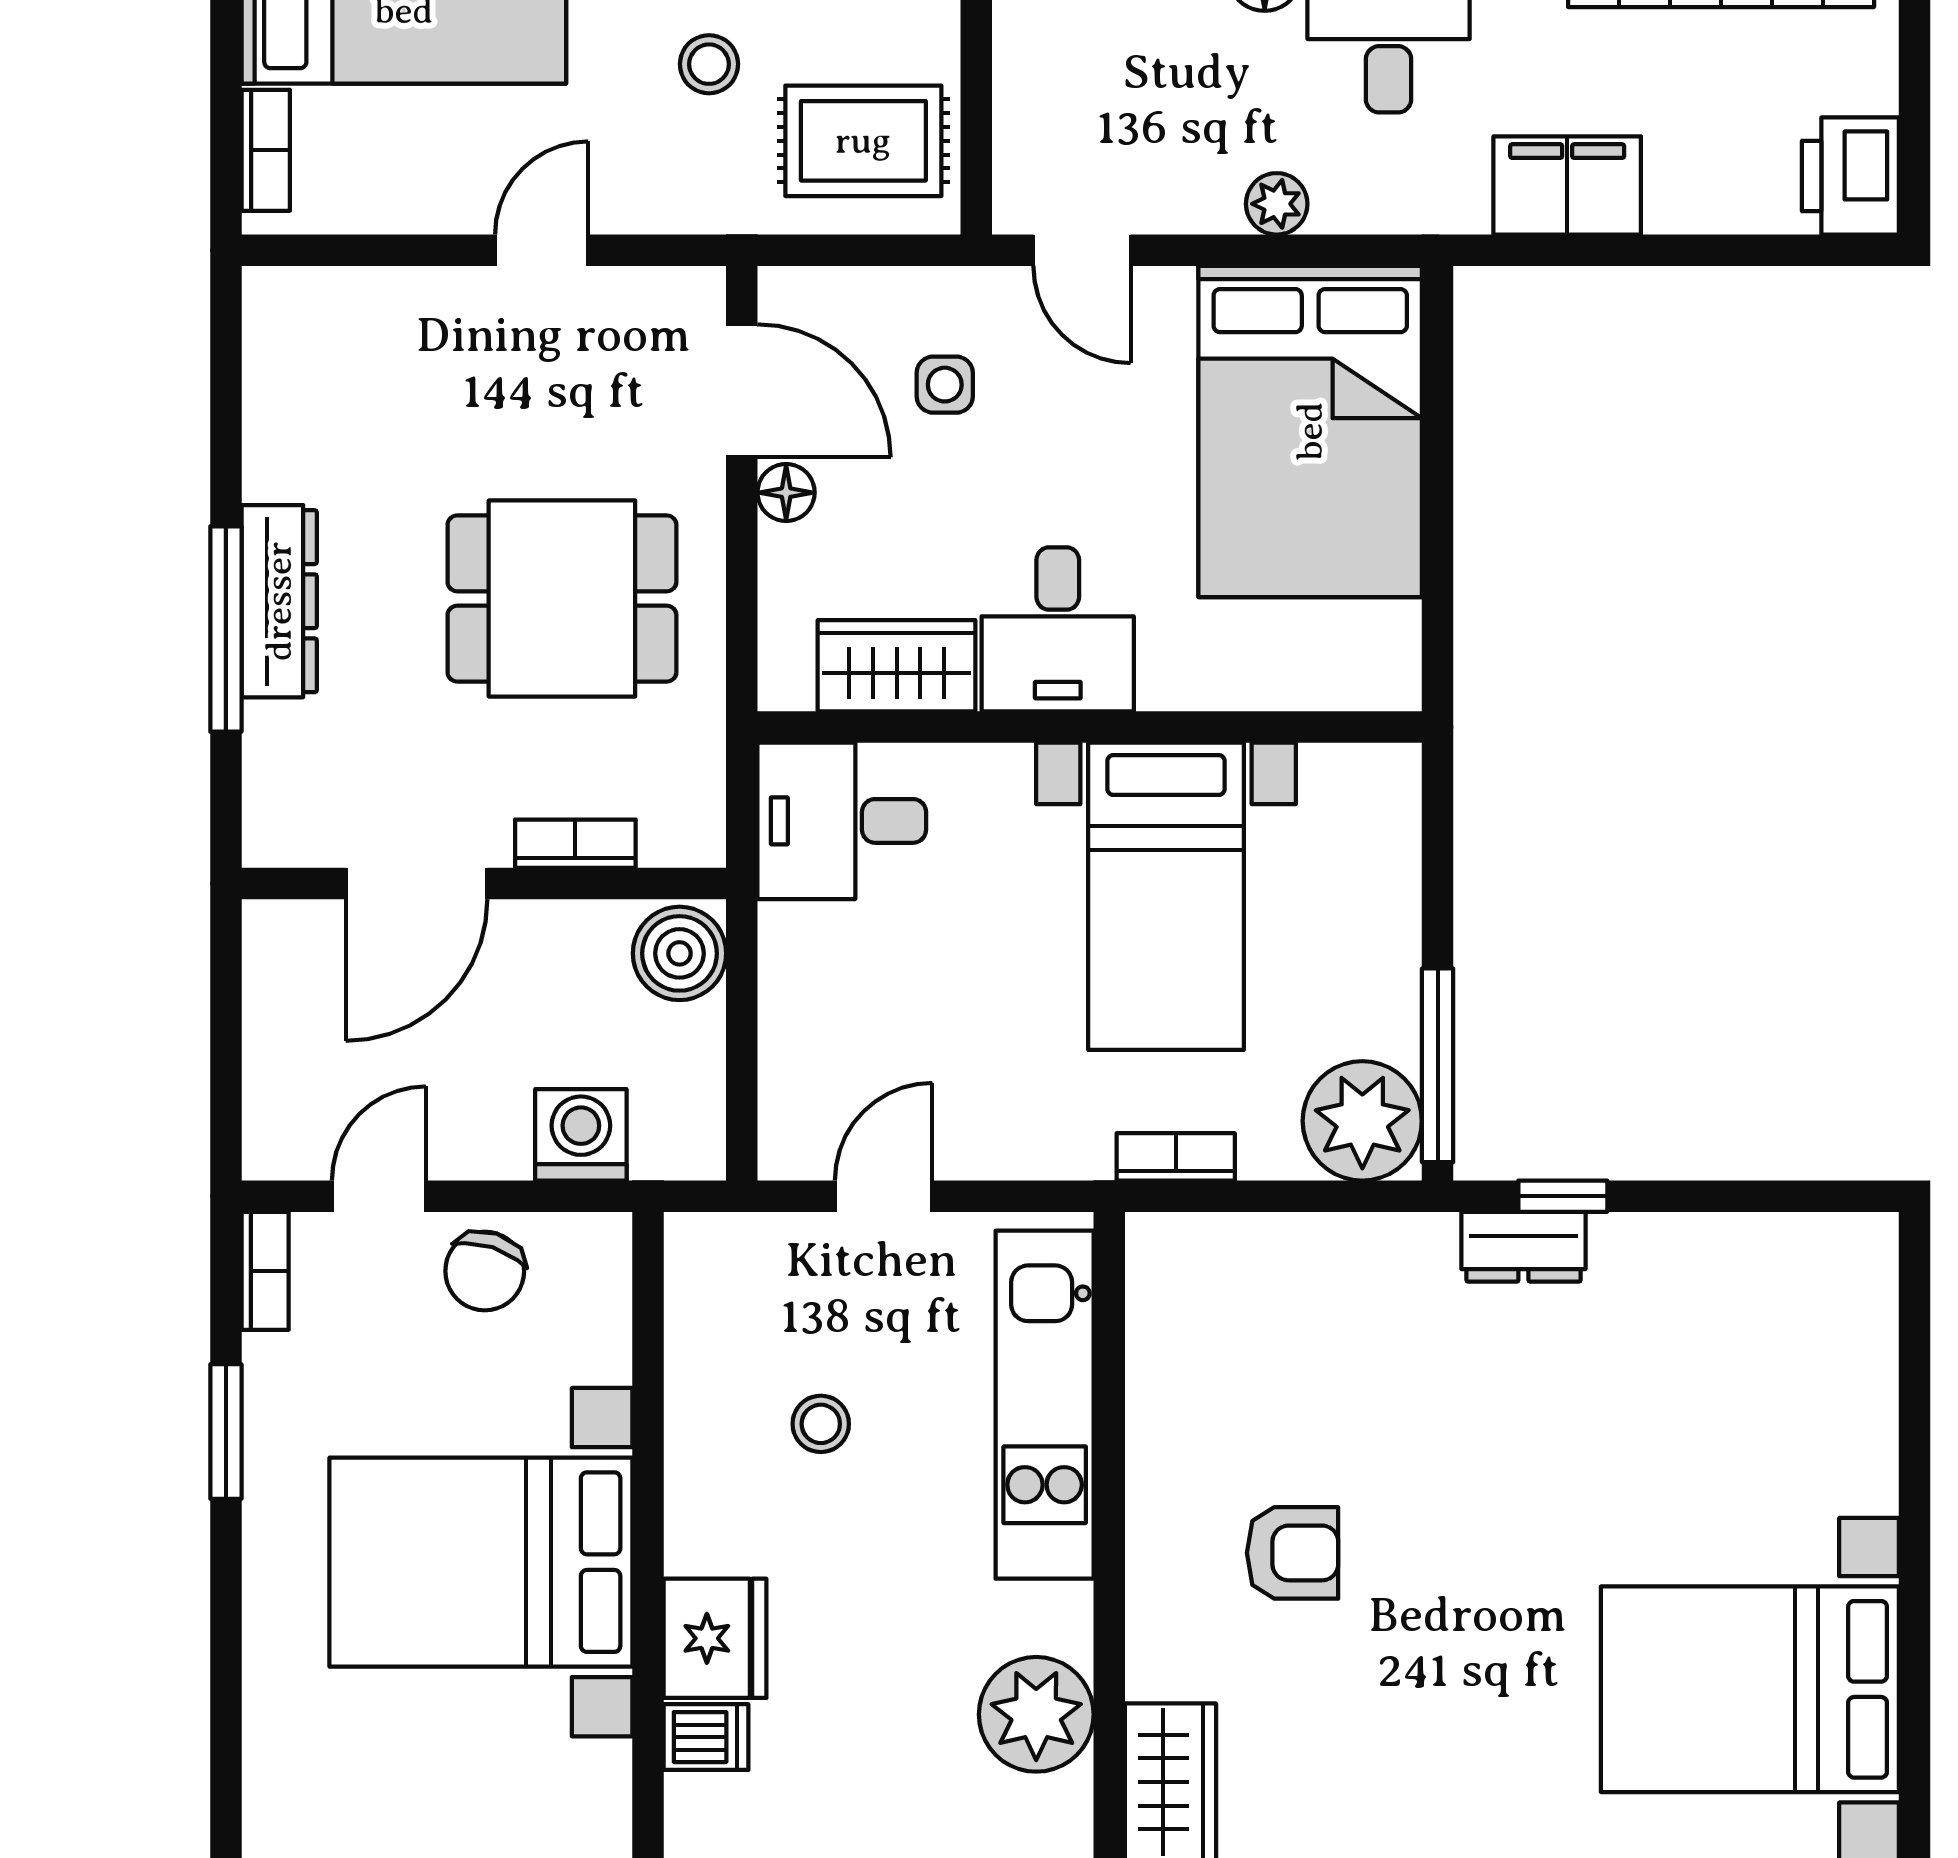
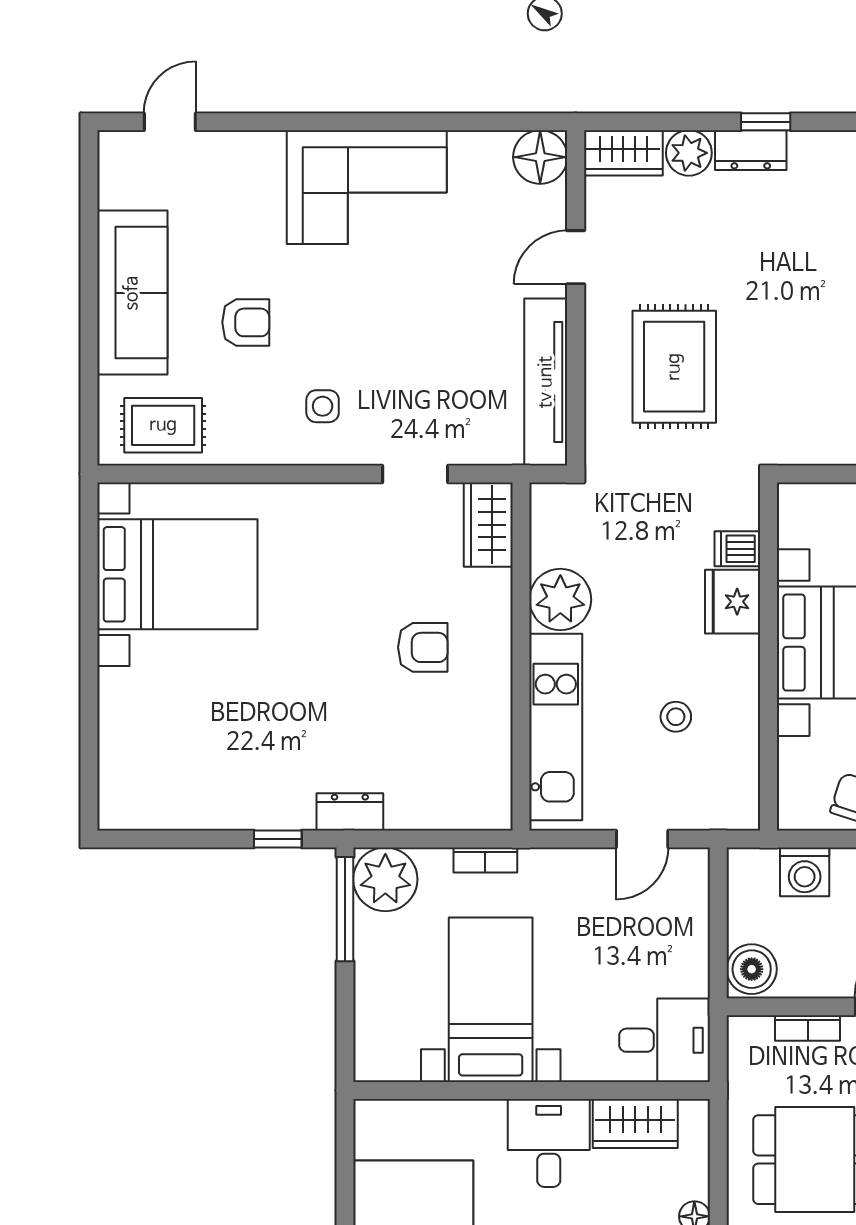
dresser: (1523, 1247) -> (350, 812), moved
armchair: (1293, 1553) -> (423, 647), turned 180
plant: (1036, 1714) -> (560, 600), moved

